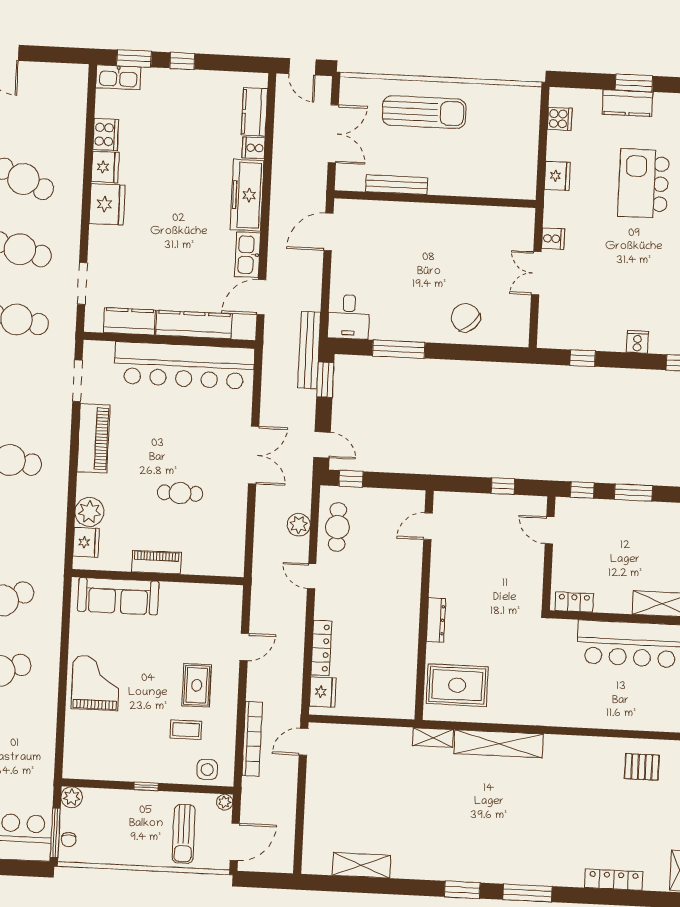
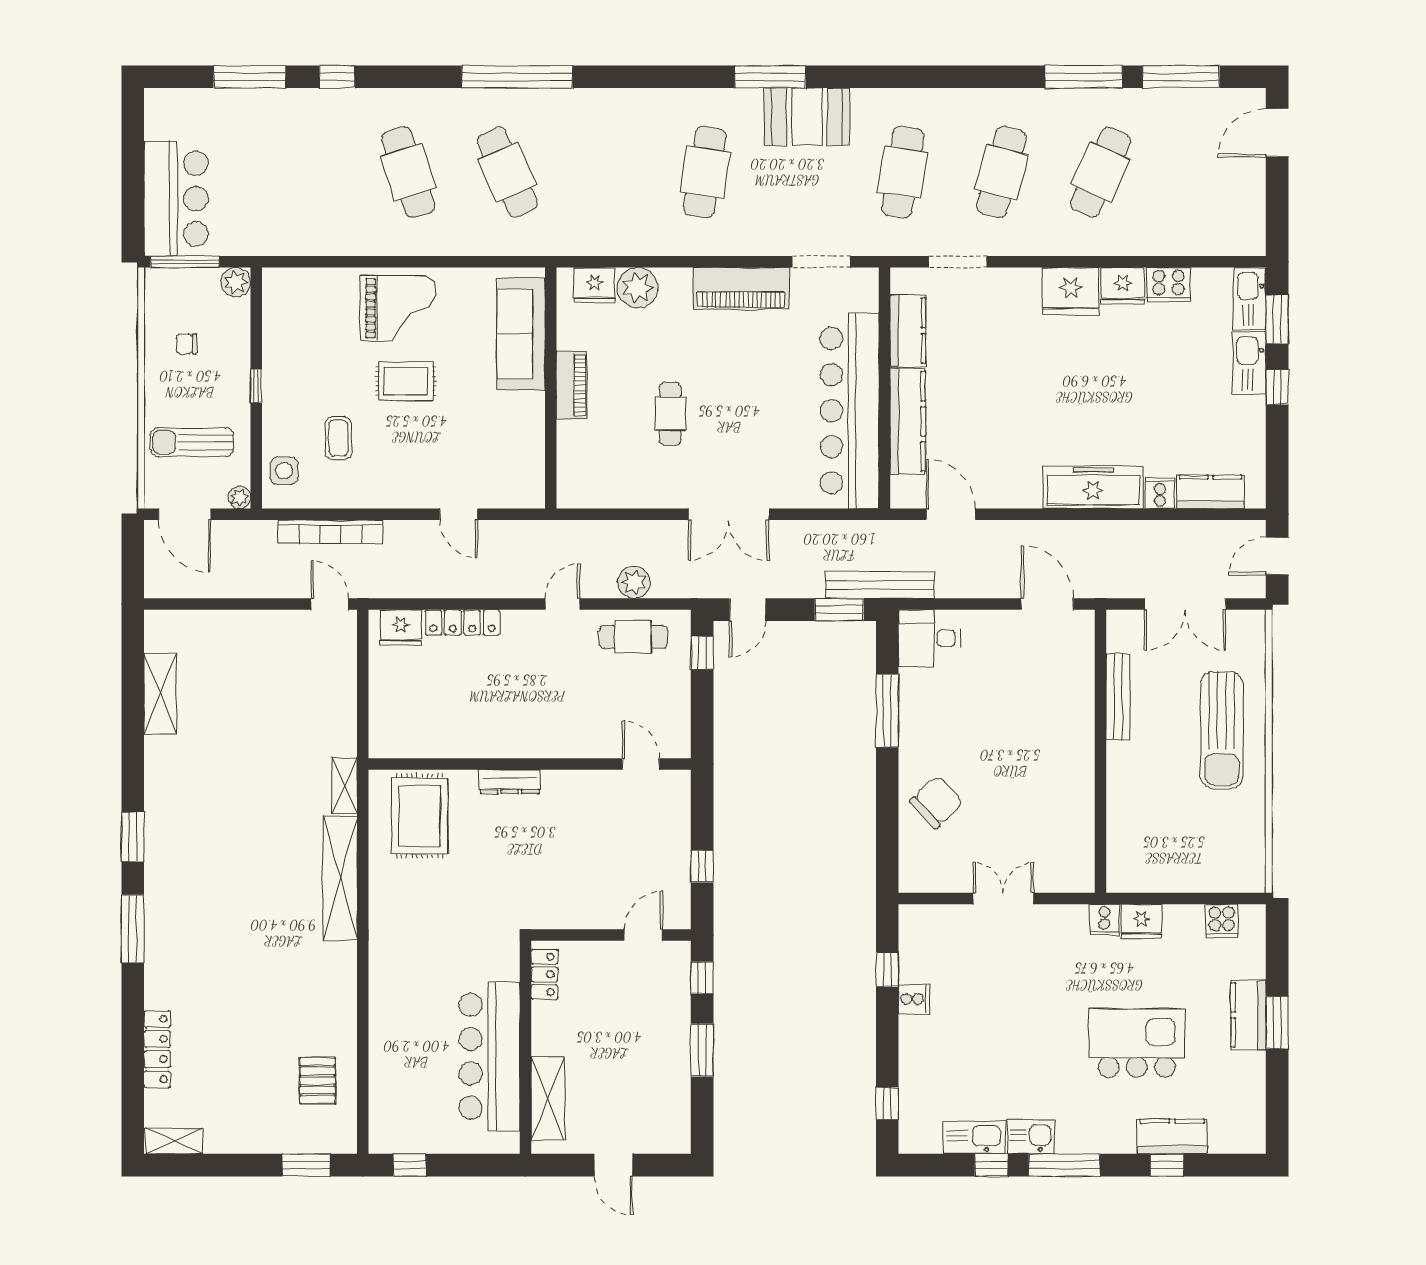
cooker: (553, 239) -> (1104, 920), moved
kitchen sink: (248, 255) -> (1249, 363), moved, turned -90
cooker: (637, 342) -> (914, 999), moved
rug: (197, 685) -> (406, 381), moved
chair: (69, 839) -> (186, 344), moved

